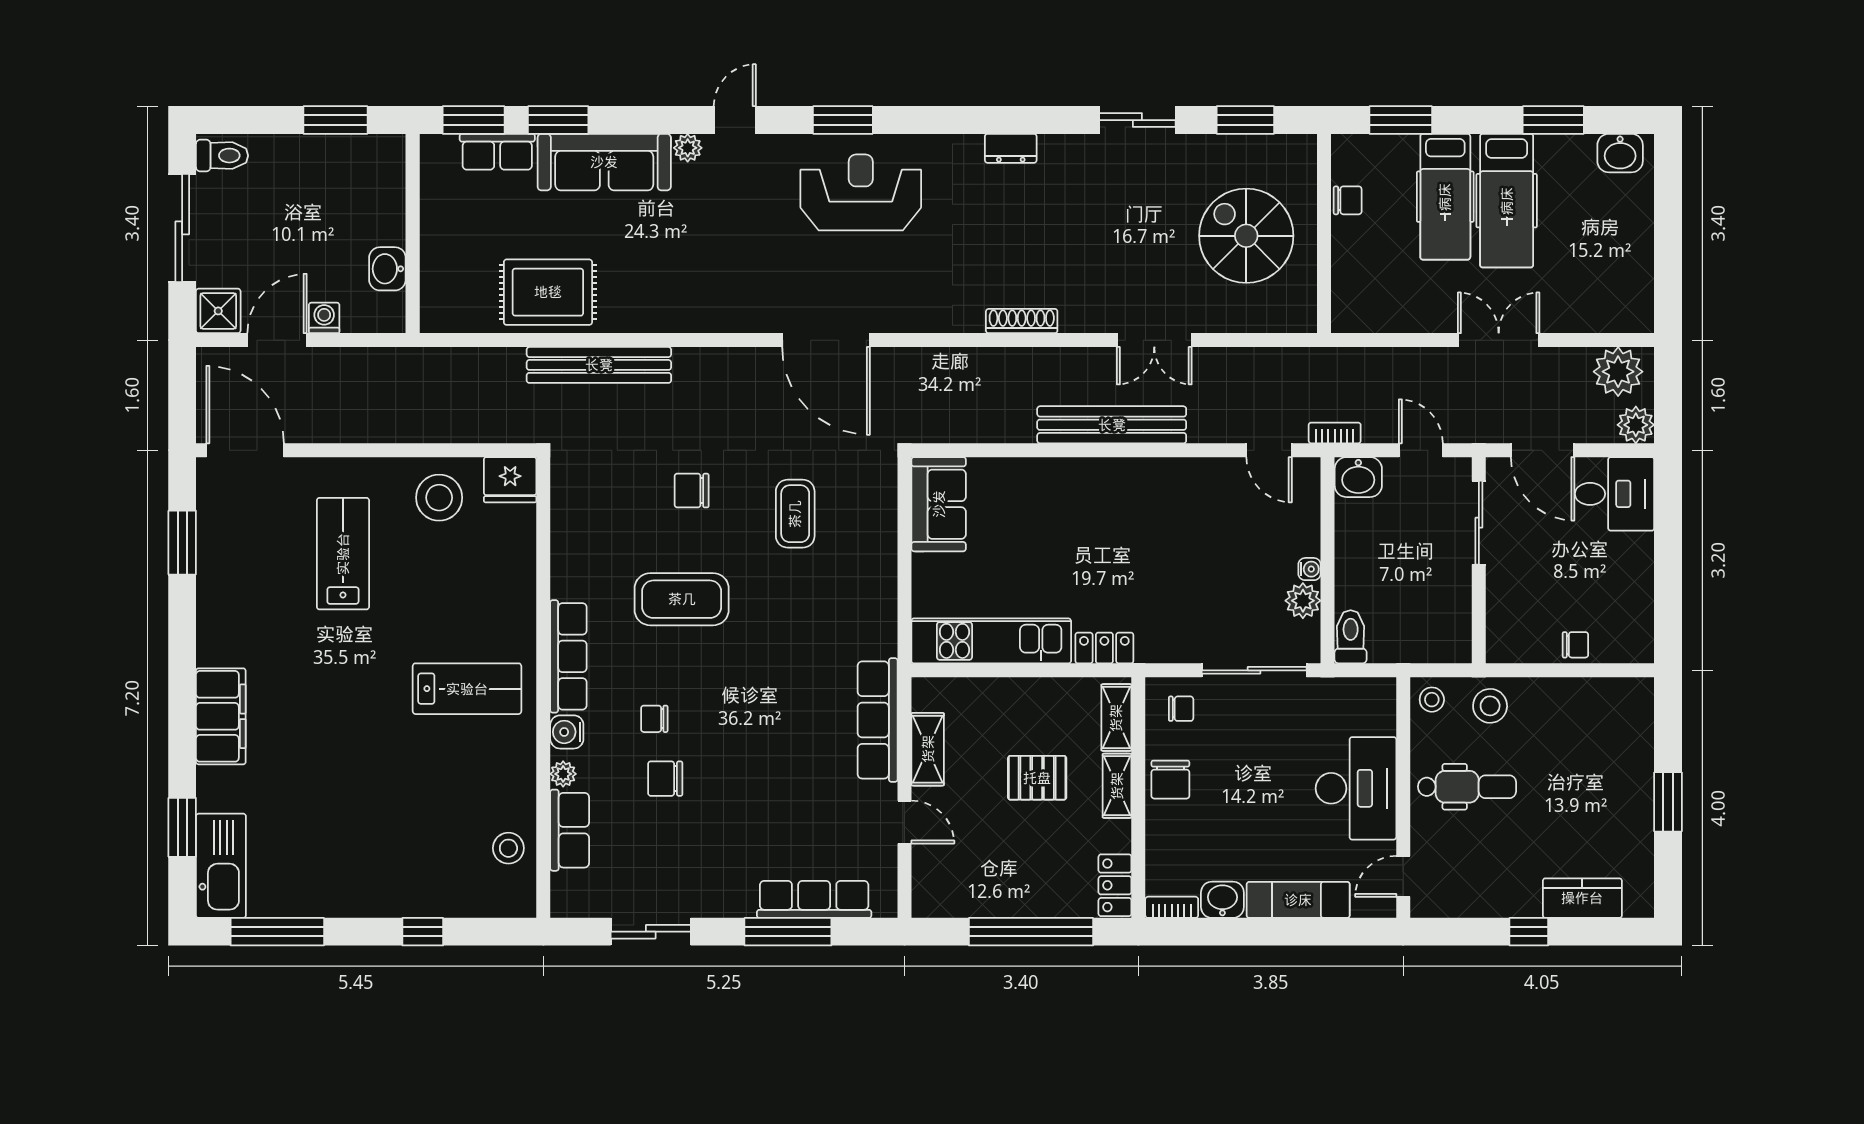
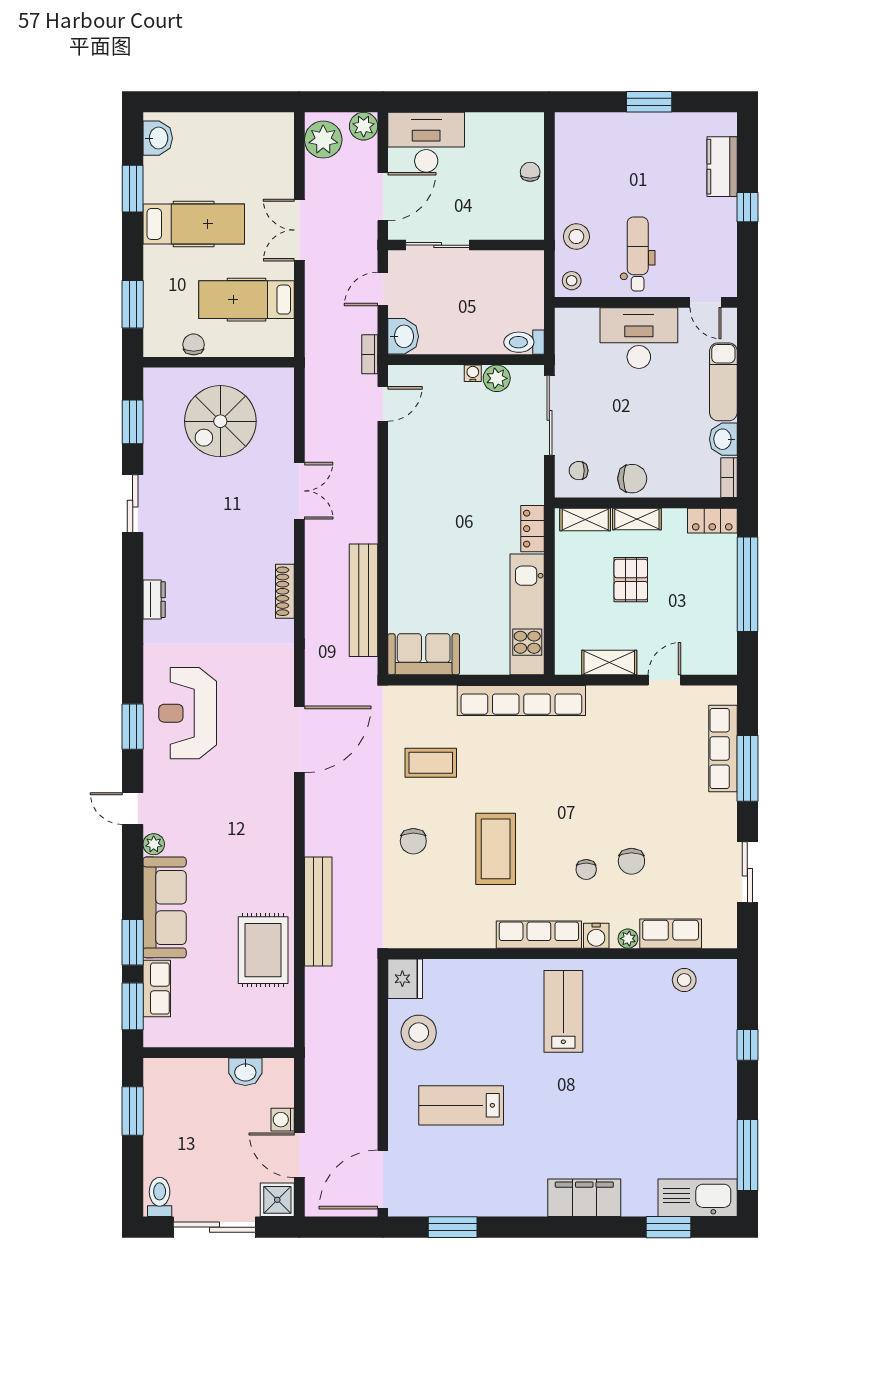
hospital bed: (1445, 197) -> (247, 300), moved, turned 180
bench: (1112, 425) -> (363, 600), moved
desk: (1615, 494) -> (426, 142), width x1.37
chair: (1181, 709) -> (579, 471), turned -90
row of seats: (878, 720) -> (521, 700), moved, width x1.36

